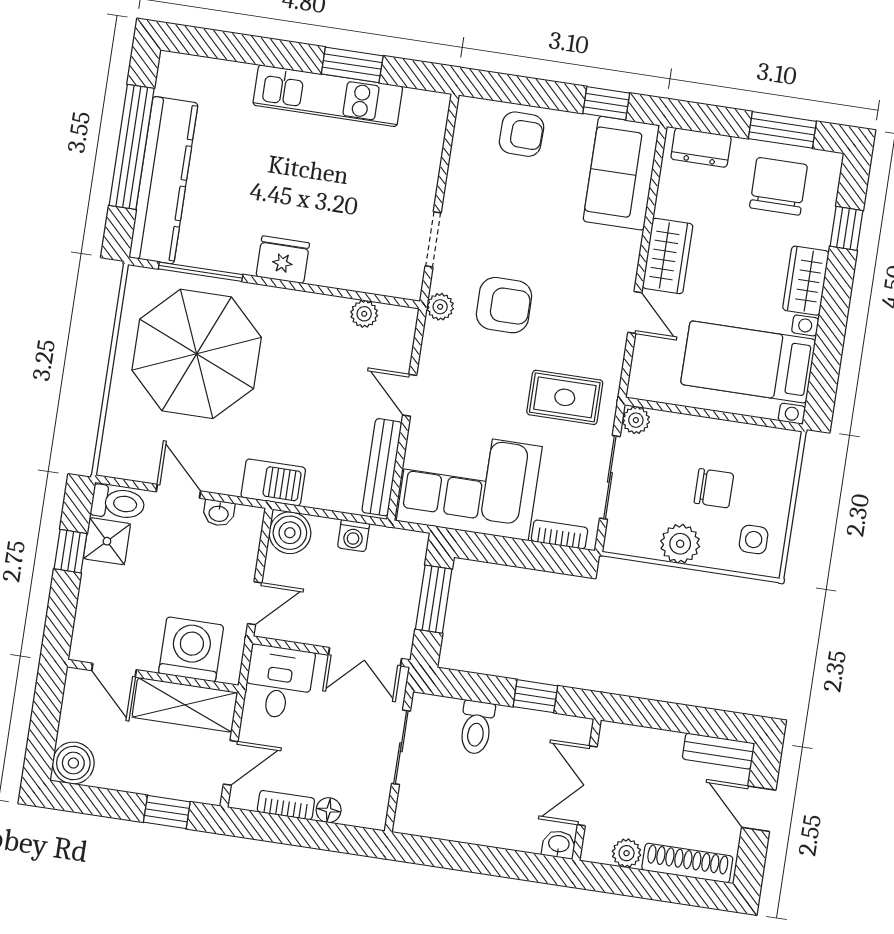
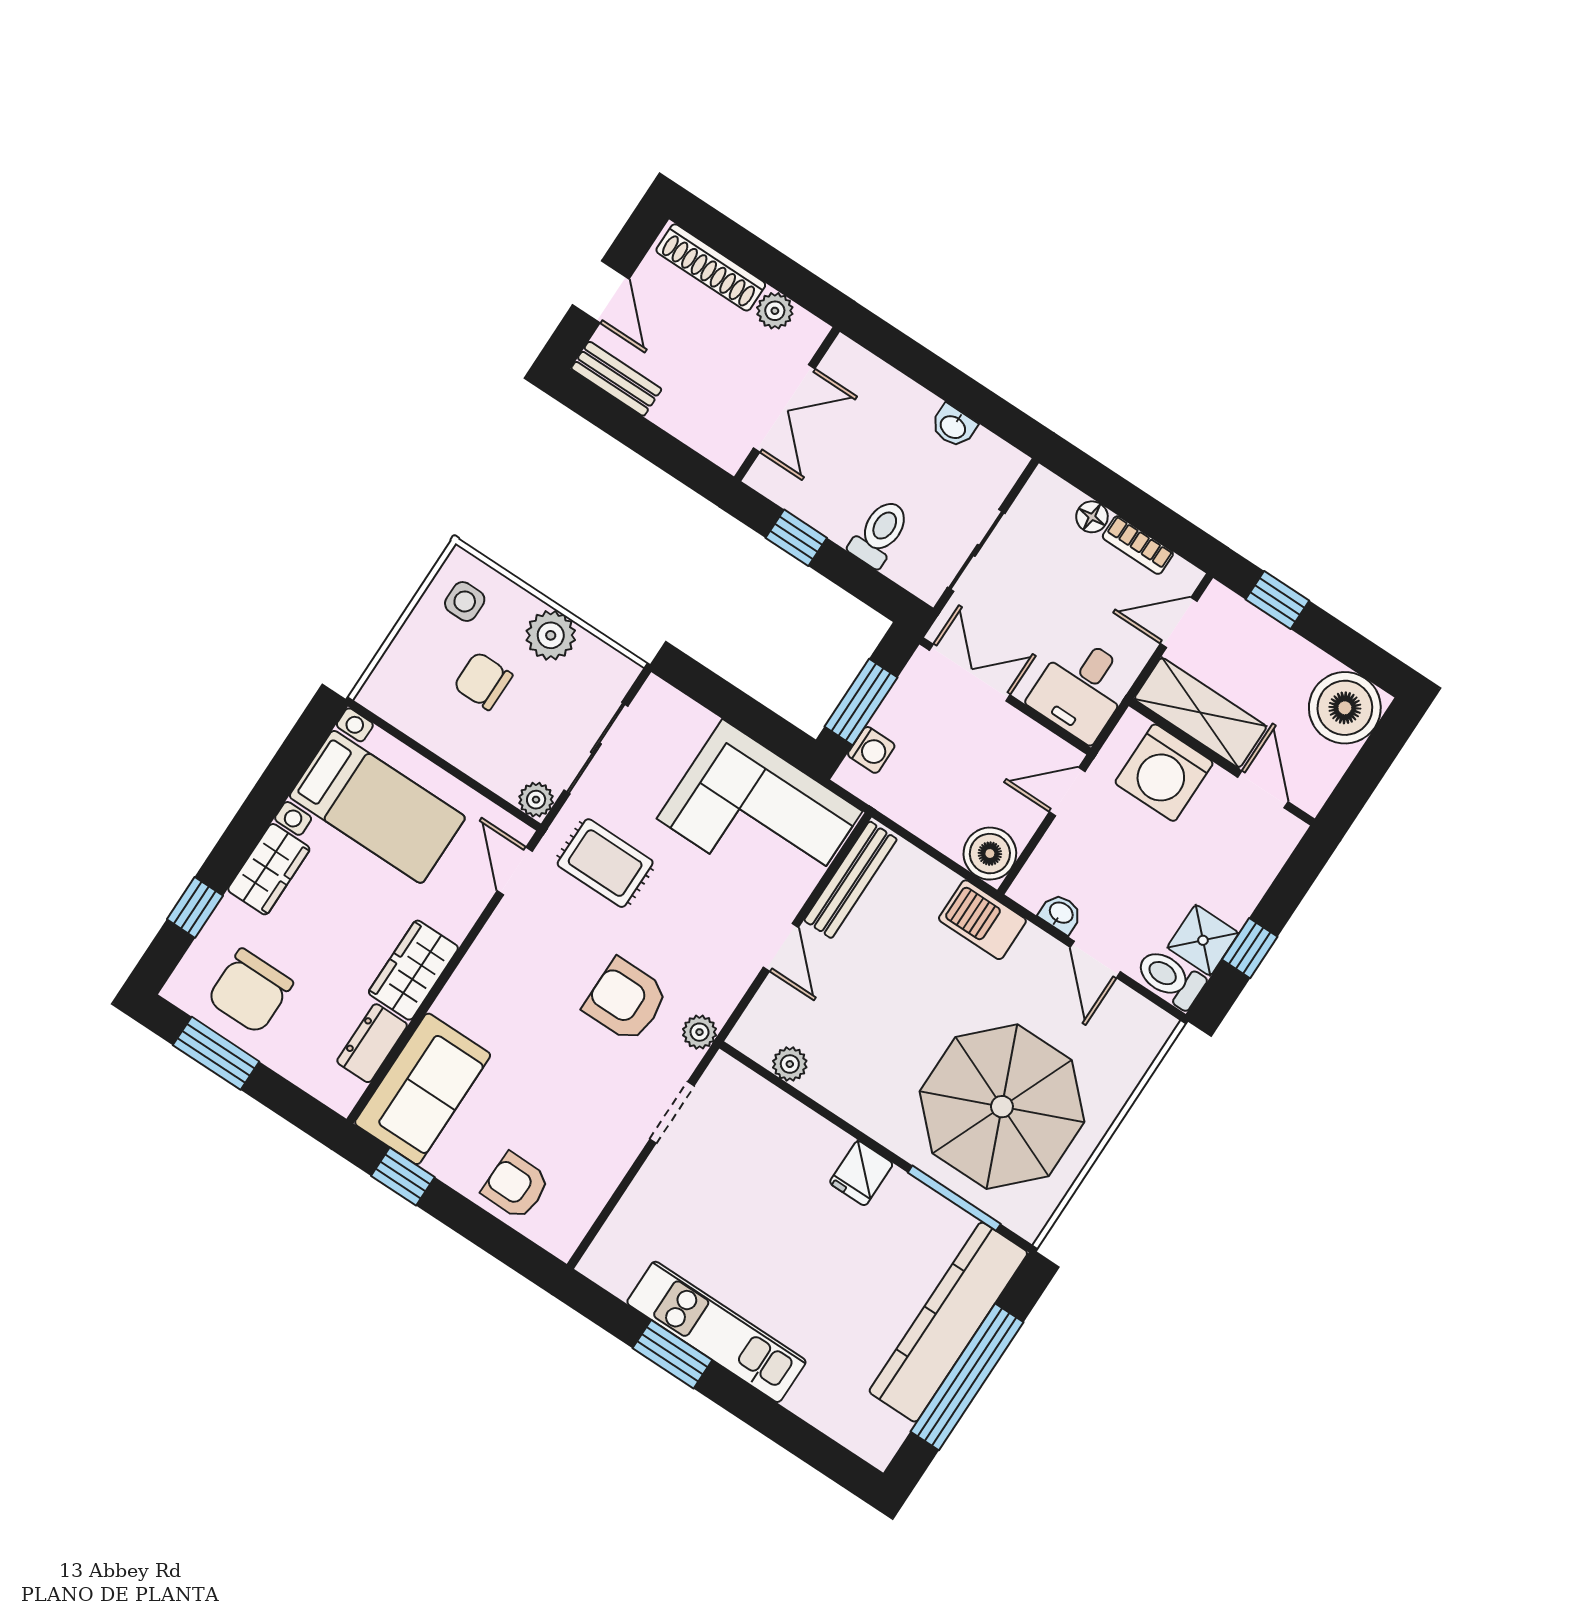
dresser: (701, 148) -> (372, 1043), moved, turned -90
fridge: (283, 260) -> (861, 1173), width x0.72
door: (635, 312) -> (515, 871), moved
bookcase: (560, 535) -> (683, 709), removed
washing machine: (353, 536) -> (871, 750), moved, turned 90
boiler: (73, 763) -> (1345, 708), width x1.37, depth x1.37
washbasin: (559, 844) -> (953, 426), moved

